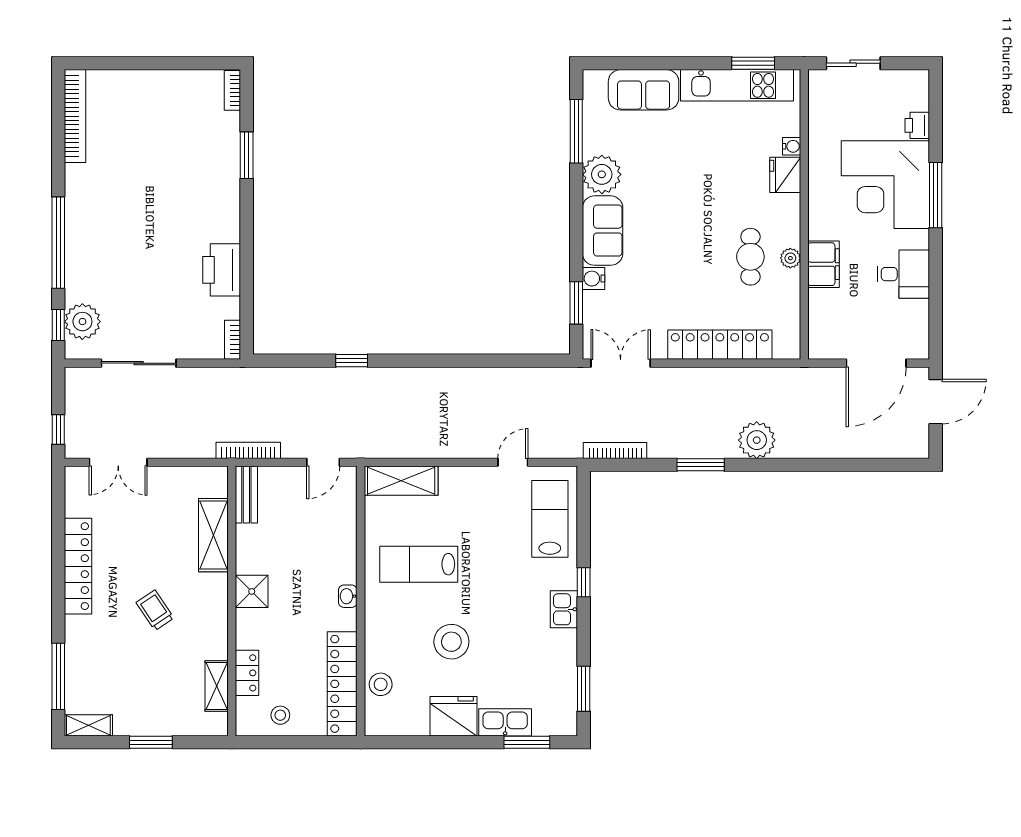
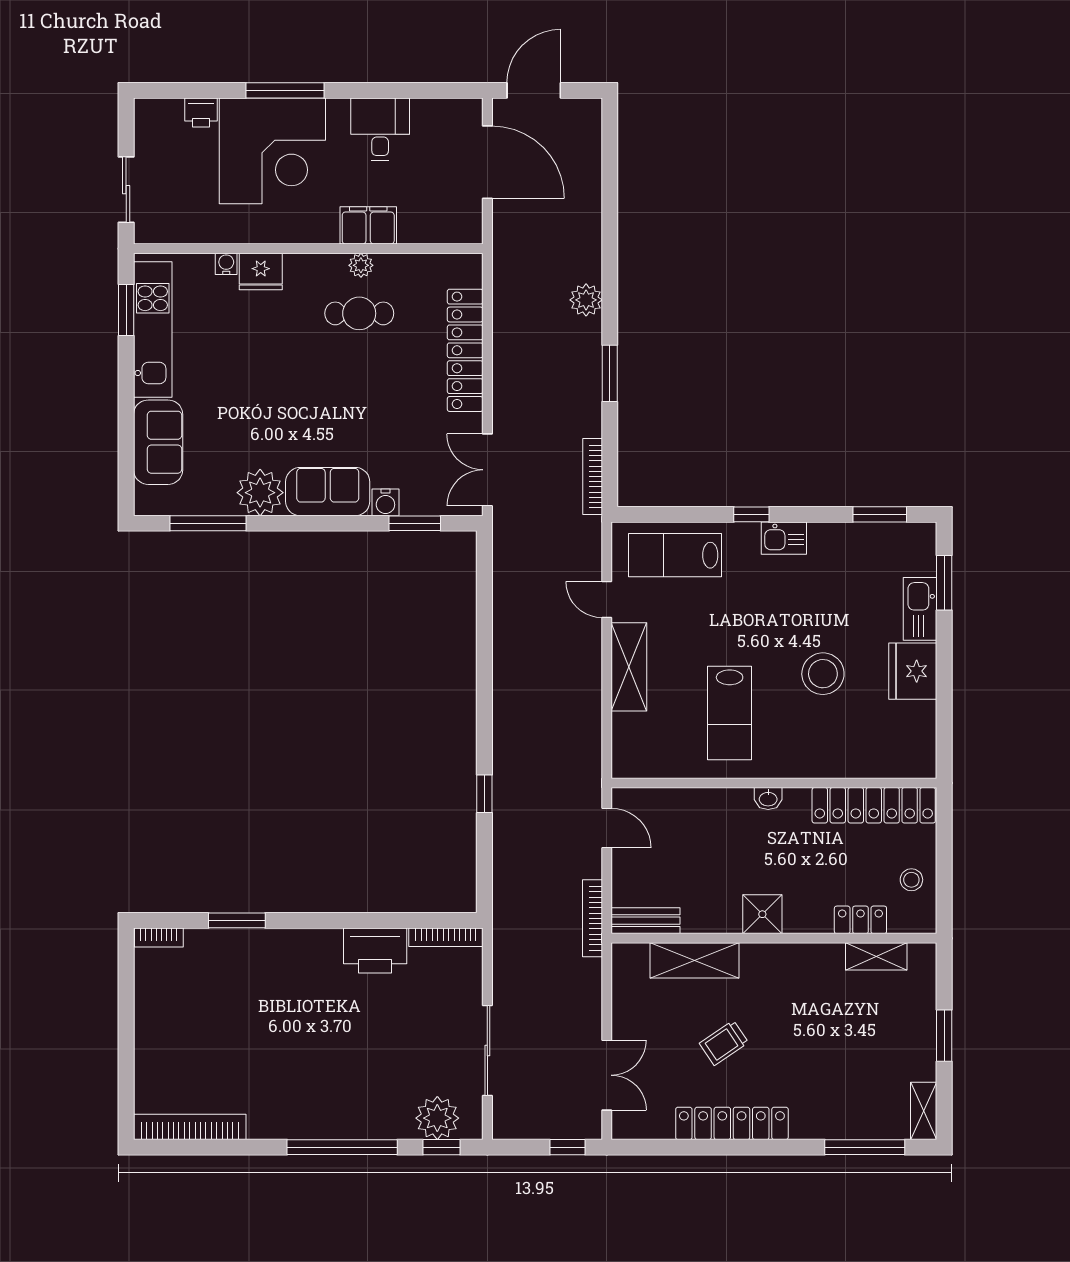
bookcase: (233, 340) -> (446, 937), width x1.56
door: (936, 402) -> (534, 90), hinge flipped
plant: (757, 440) -> (586, 300), width x0.73, depth x0.73
shelving: (401, 481) -> (629, 667), moved
trolley: (155, 610) -> (724, 1043), moved
stool: (381, 684) -> (874, 759), removed

